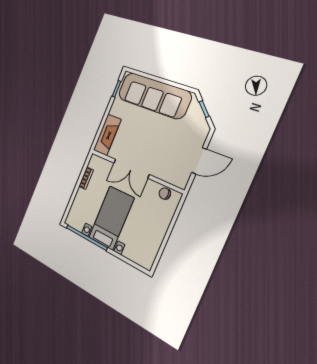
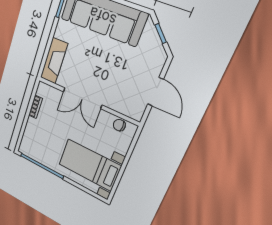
door: (199, 161) -> (155, 92), hinge flipped
bed with nightstands: (111, 218) -> (89, 165), moved, turned -90

